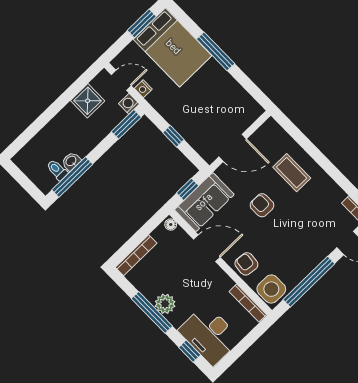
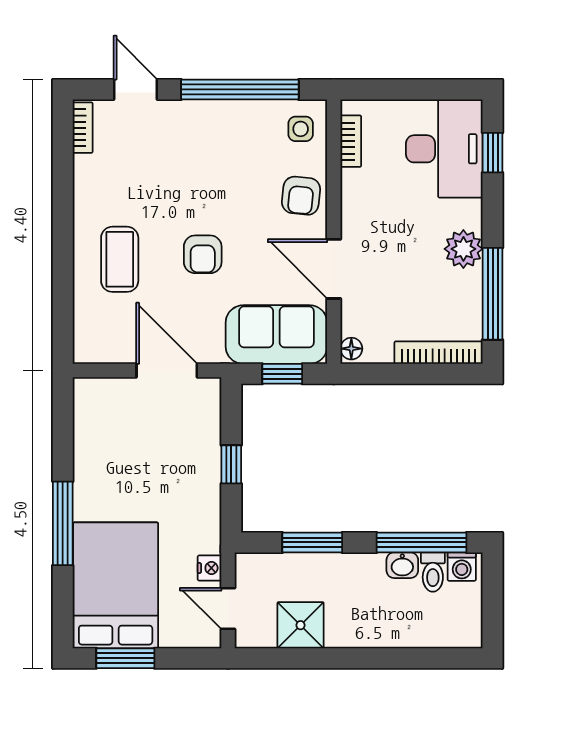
washing machine: (129, 104) -> (462, 567), moved
window: (126, 124) -> (312, 542), moved
side table: (271, 289) -> (301, 129), width x0.54, depth x0.54
bookcase: (248, 303) -> (351, 141), width x0.64
window: (152, 312) -> (493, 294), moved

